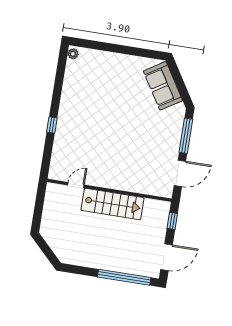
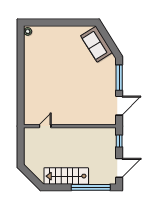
window: (52, 125) -> (21, 85), removed
stairs: (112, 204) -> (66, 176), moved, turned 180

